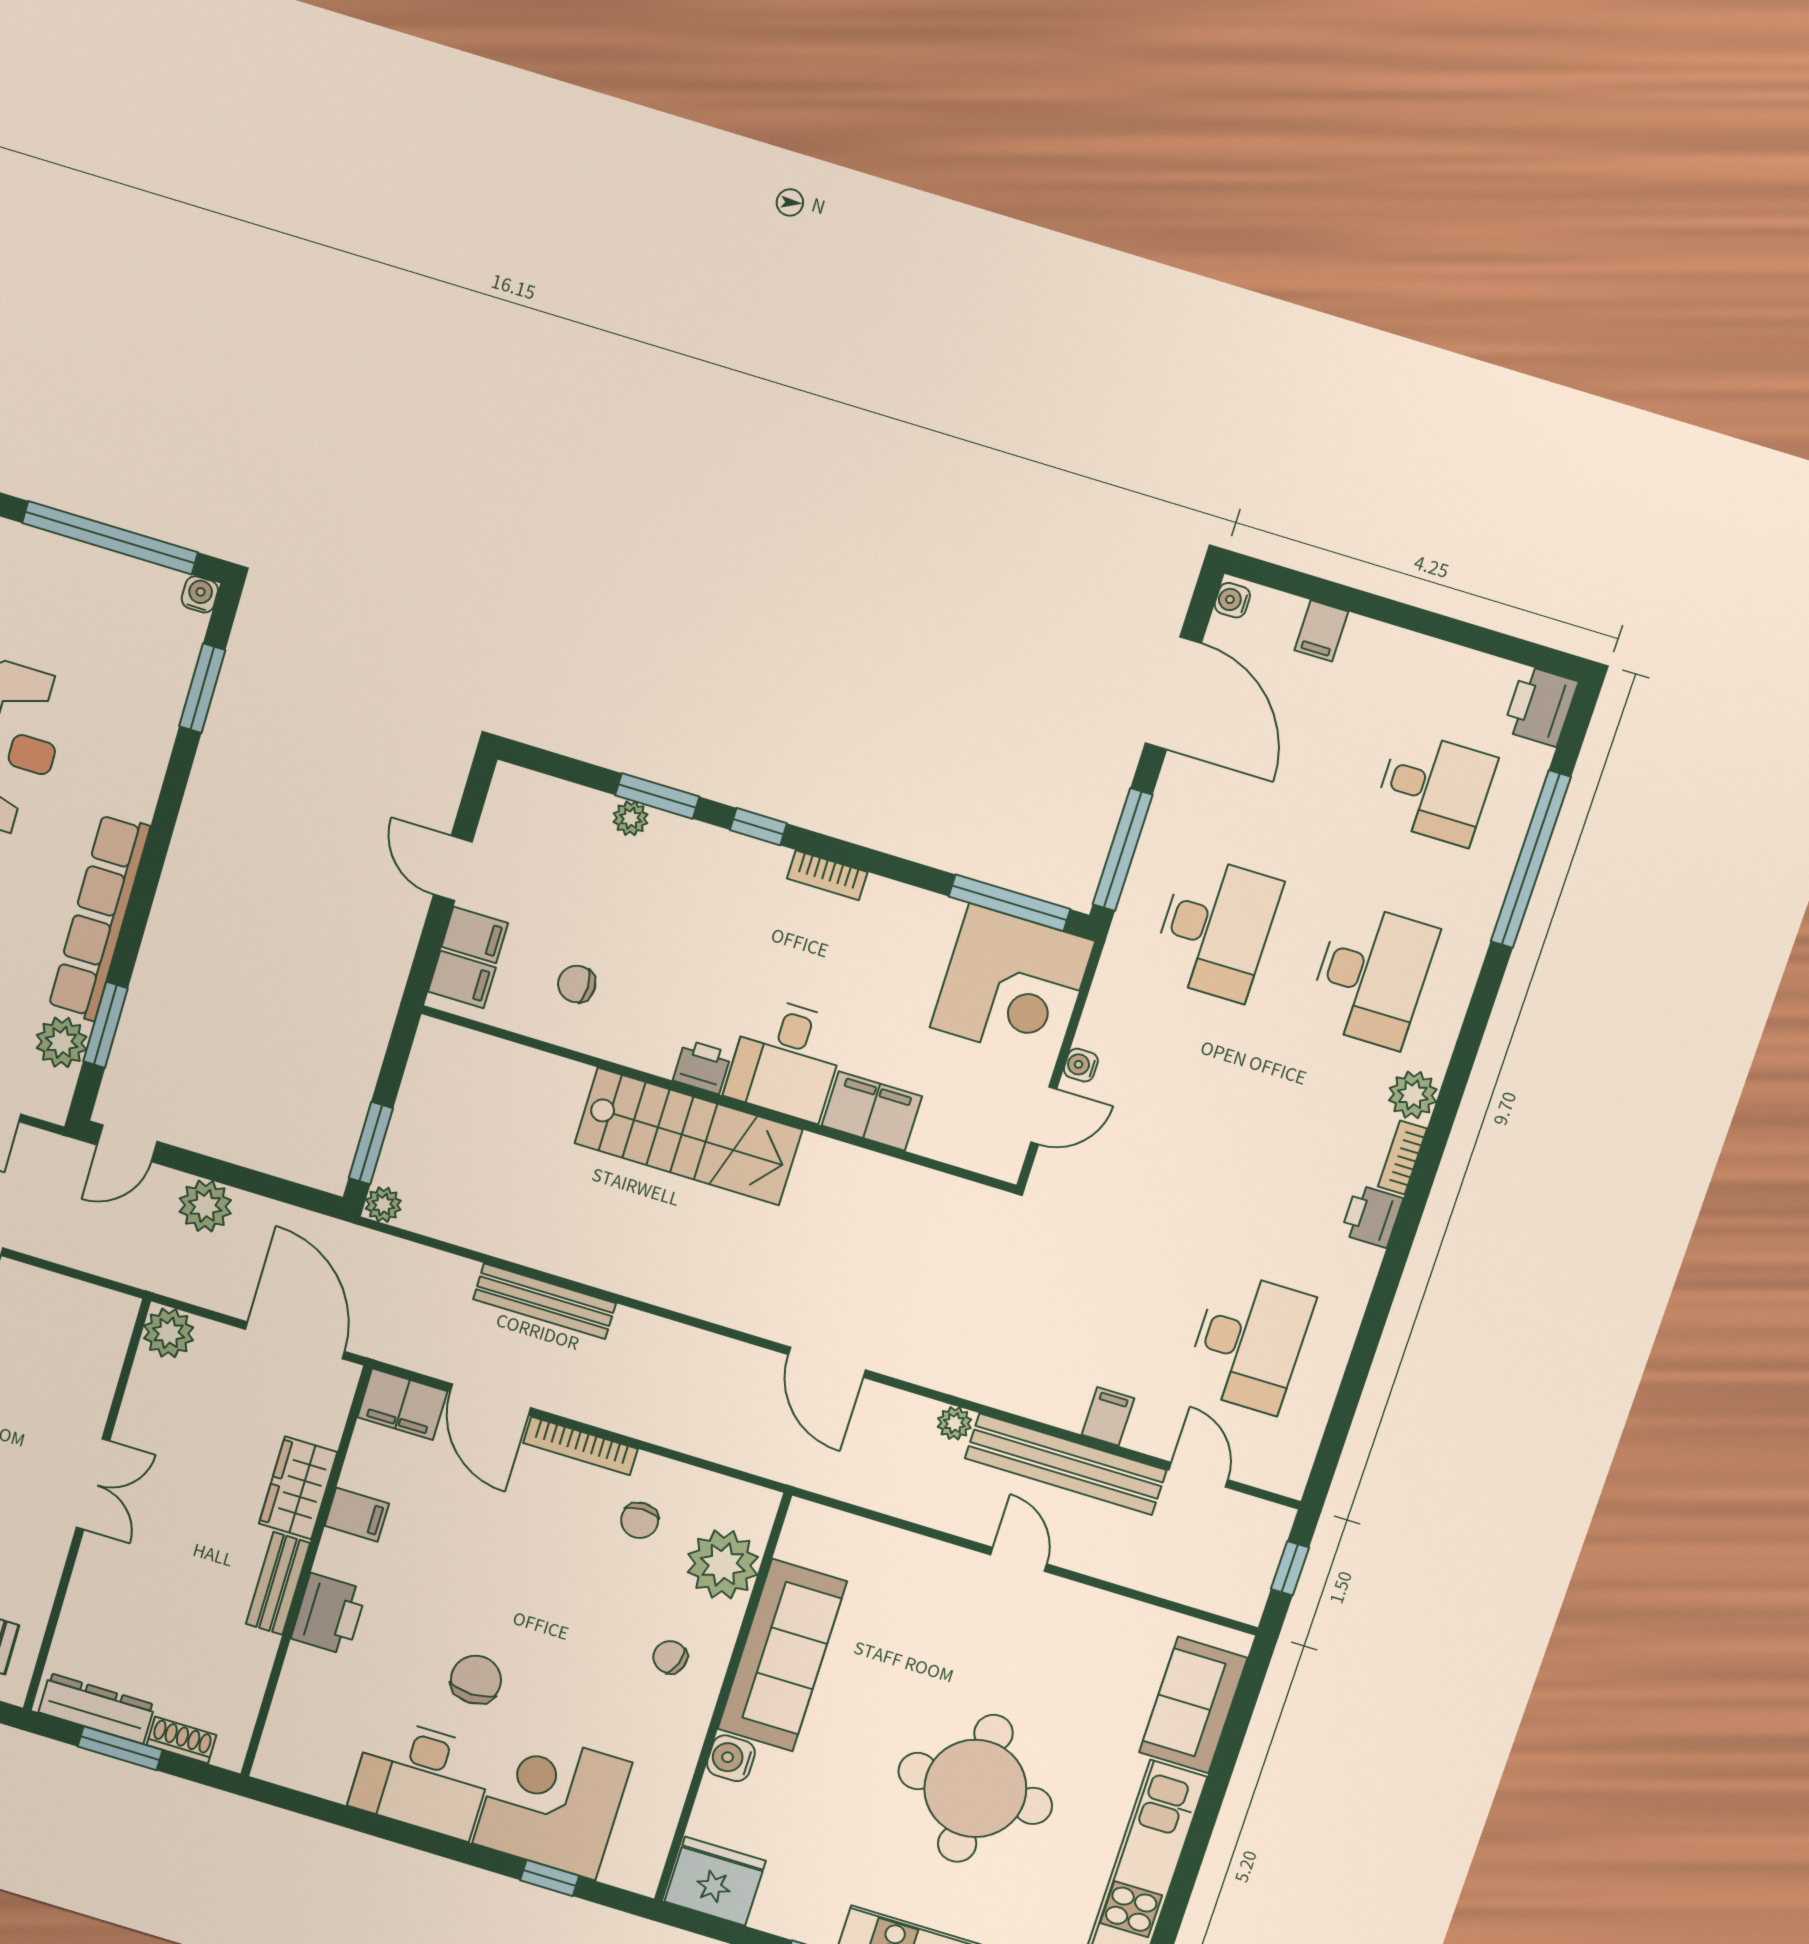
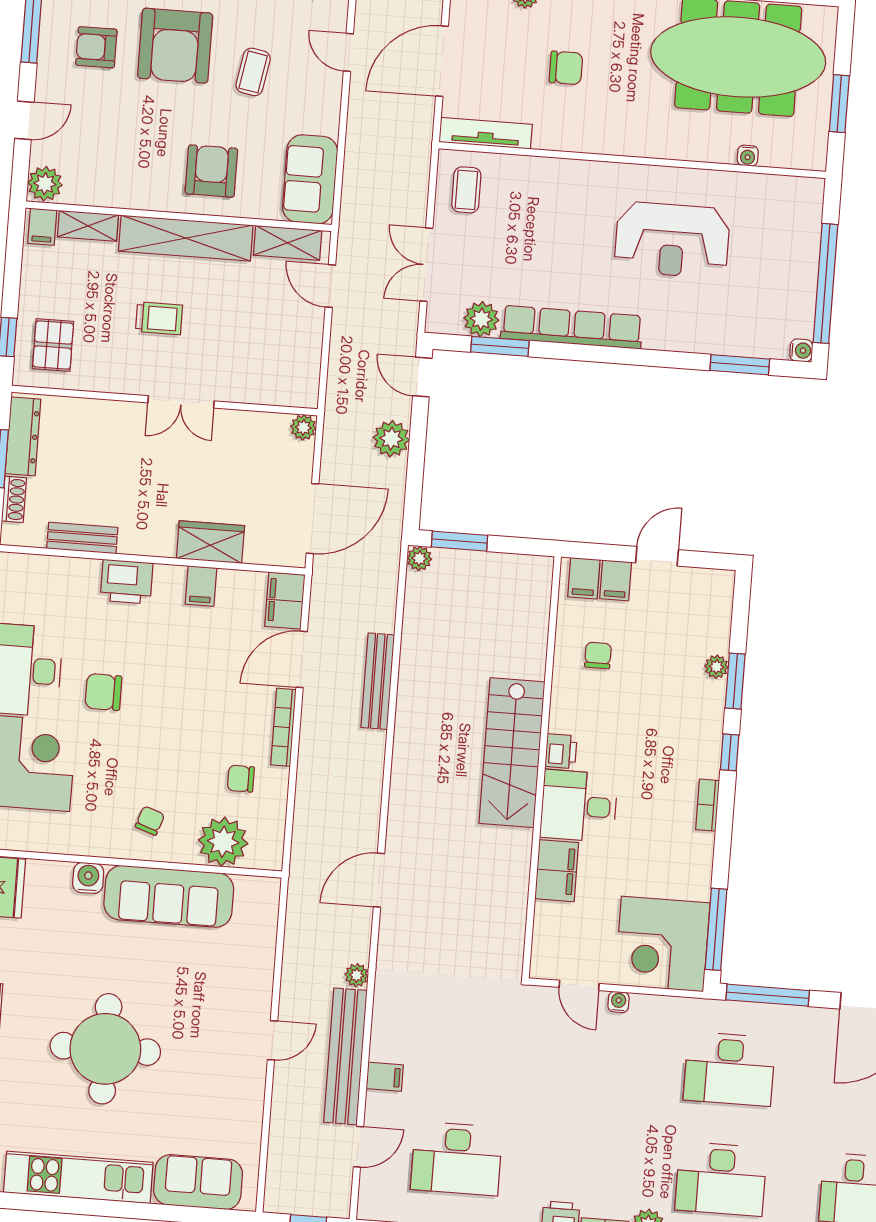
plant: (169, 1333) -> (303, 427), width x0.73, depth x0.73
bench: (278, 1583) -> (82, 538), moved
chair: (476, 1680) -> (103, 692), turned 180

